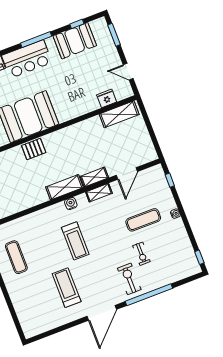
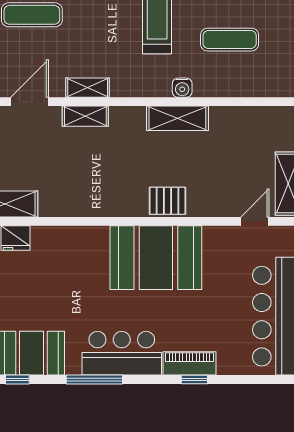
shelving: (65, 187) -> (177, 118), moved
water cooler: (71, 203) -> (182, 88), moved
exercise mat: (16, 257) -> (230, 40), moved, turned 90

